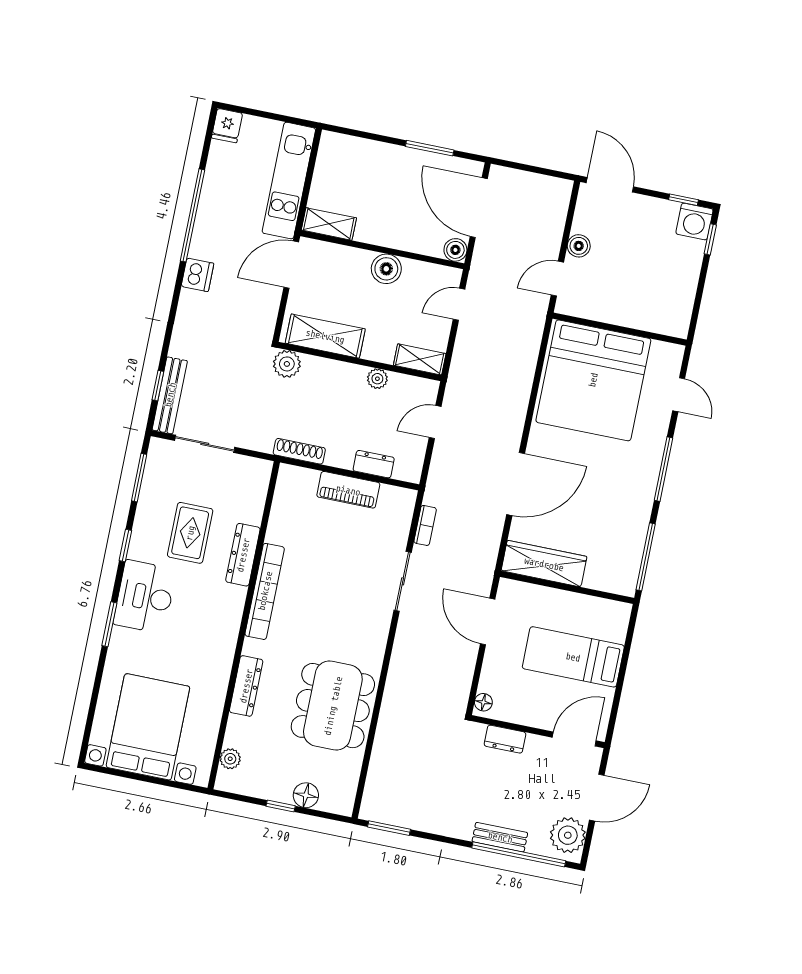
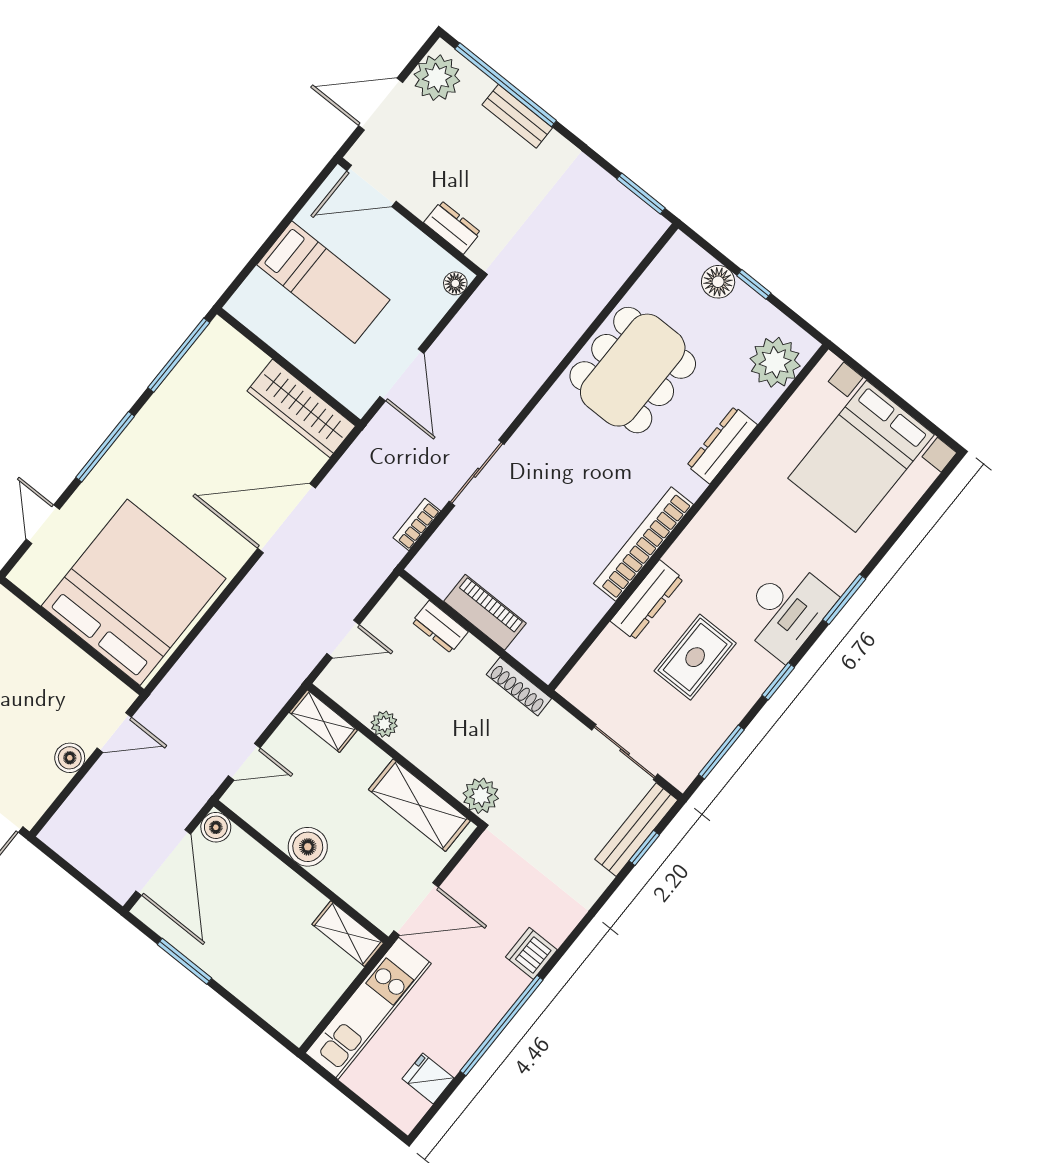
fridge: (227, 126) -> (428, 1078), moved, turned -90
plant: (230, 759) -> (775, 362), width x1.88, depth x1.88

